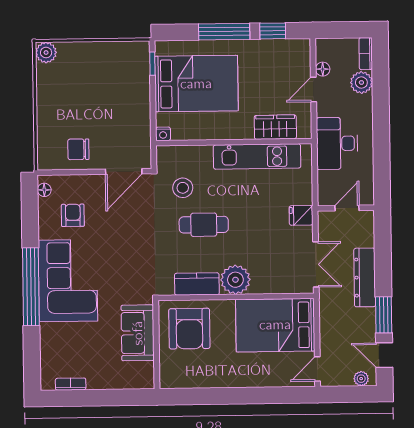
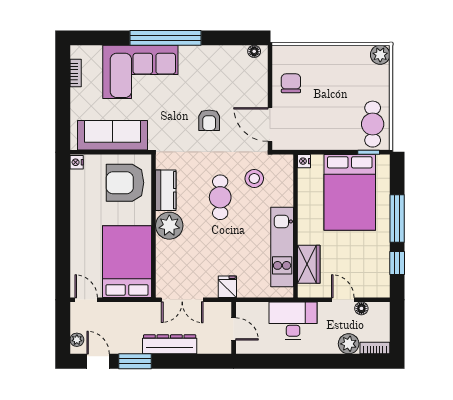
cafe table: (122, 60) -> (373, 124), added
armchair: (73, 215) -> (209, 120), moved, turned 90
corner sofa: (68, 281) -> (140, 72), moved
sofa: (138, 333) -> (113, 135), width x1.36
door: (384, 355) -> (98, 361), hinge flipped
nightstand: (168, 382) -> (77, 162), added

